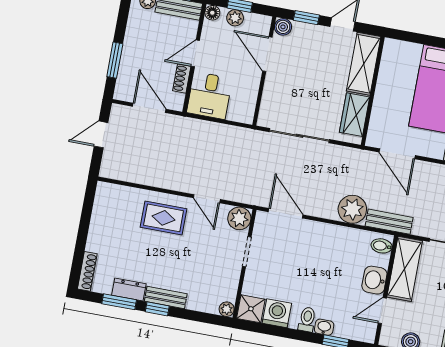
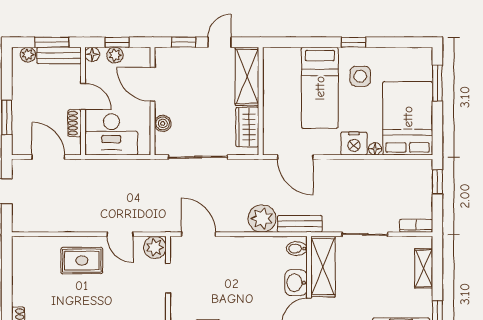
boiler: (283, 27) -> (163, 123), moved
door: (195, 53) -> (83, 96), swing flipped
desk: (209, 95) -> (111, 134), width x1.37

